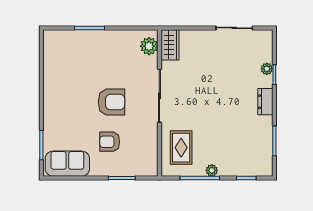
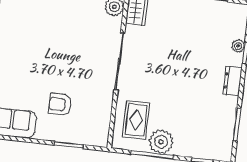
armchair: (111, 102) -> (67, 62), removed
plant: (212, 170) -> (161, 142), width x1.88, depth x1.88

